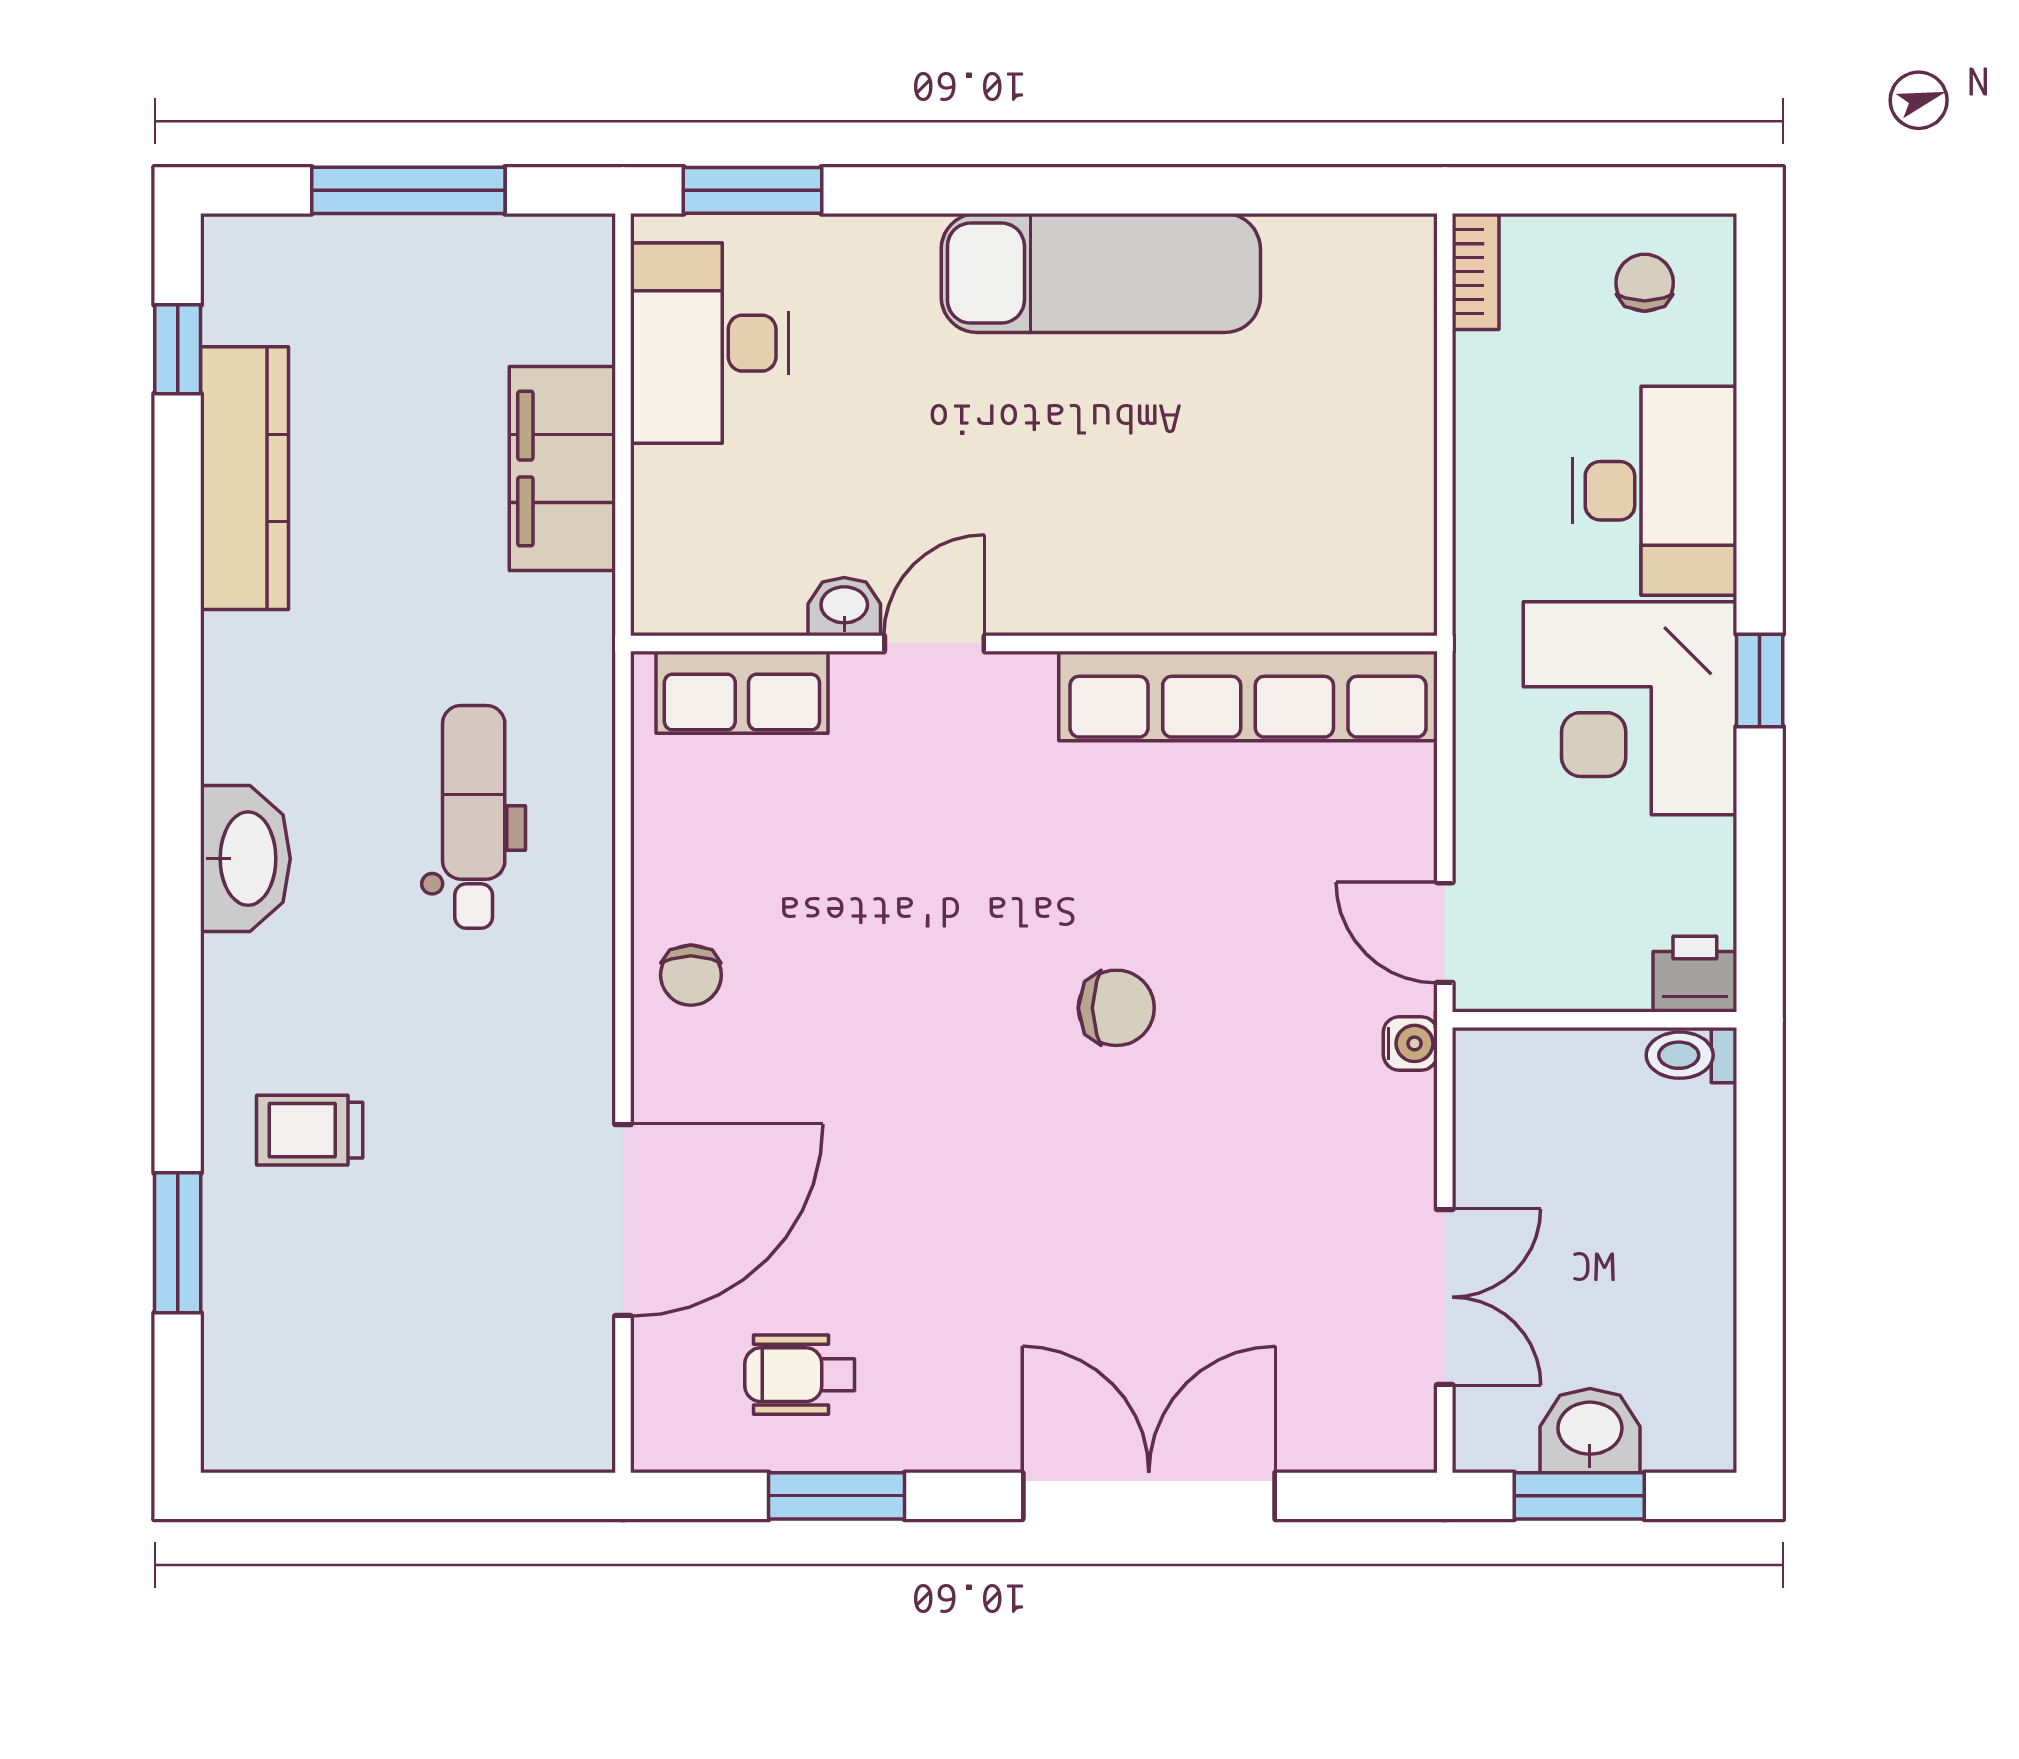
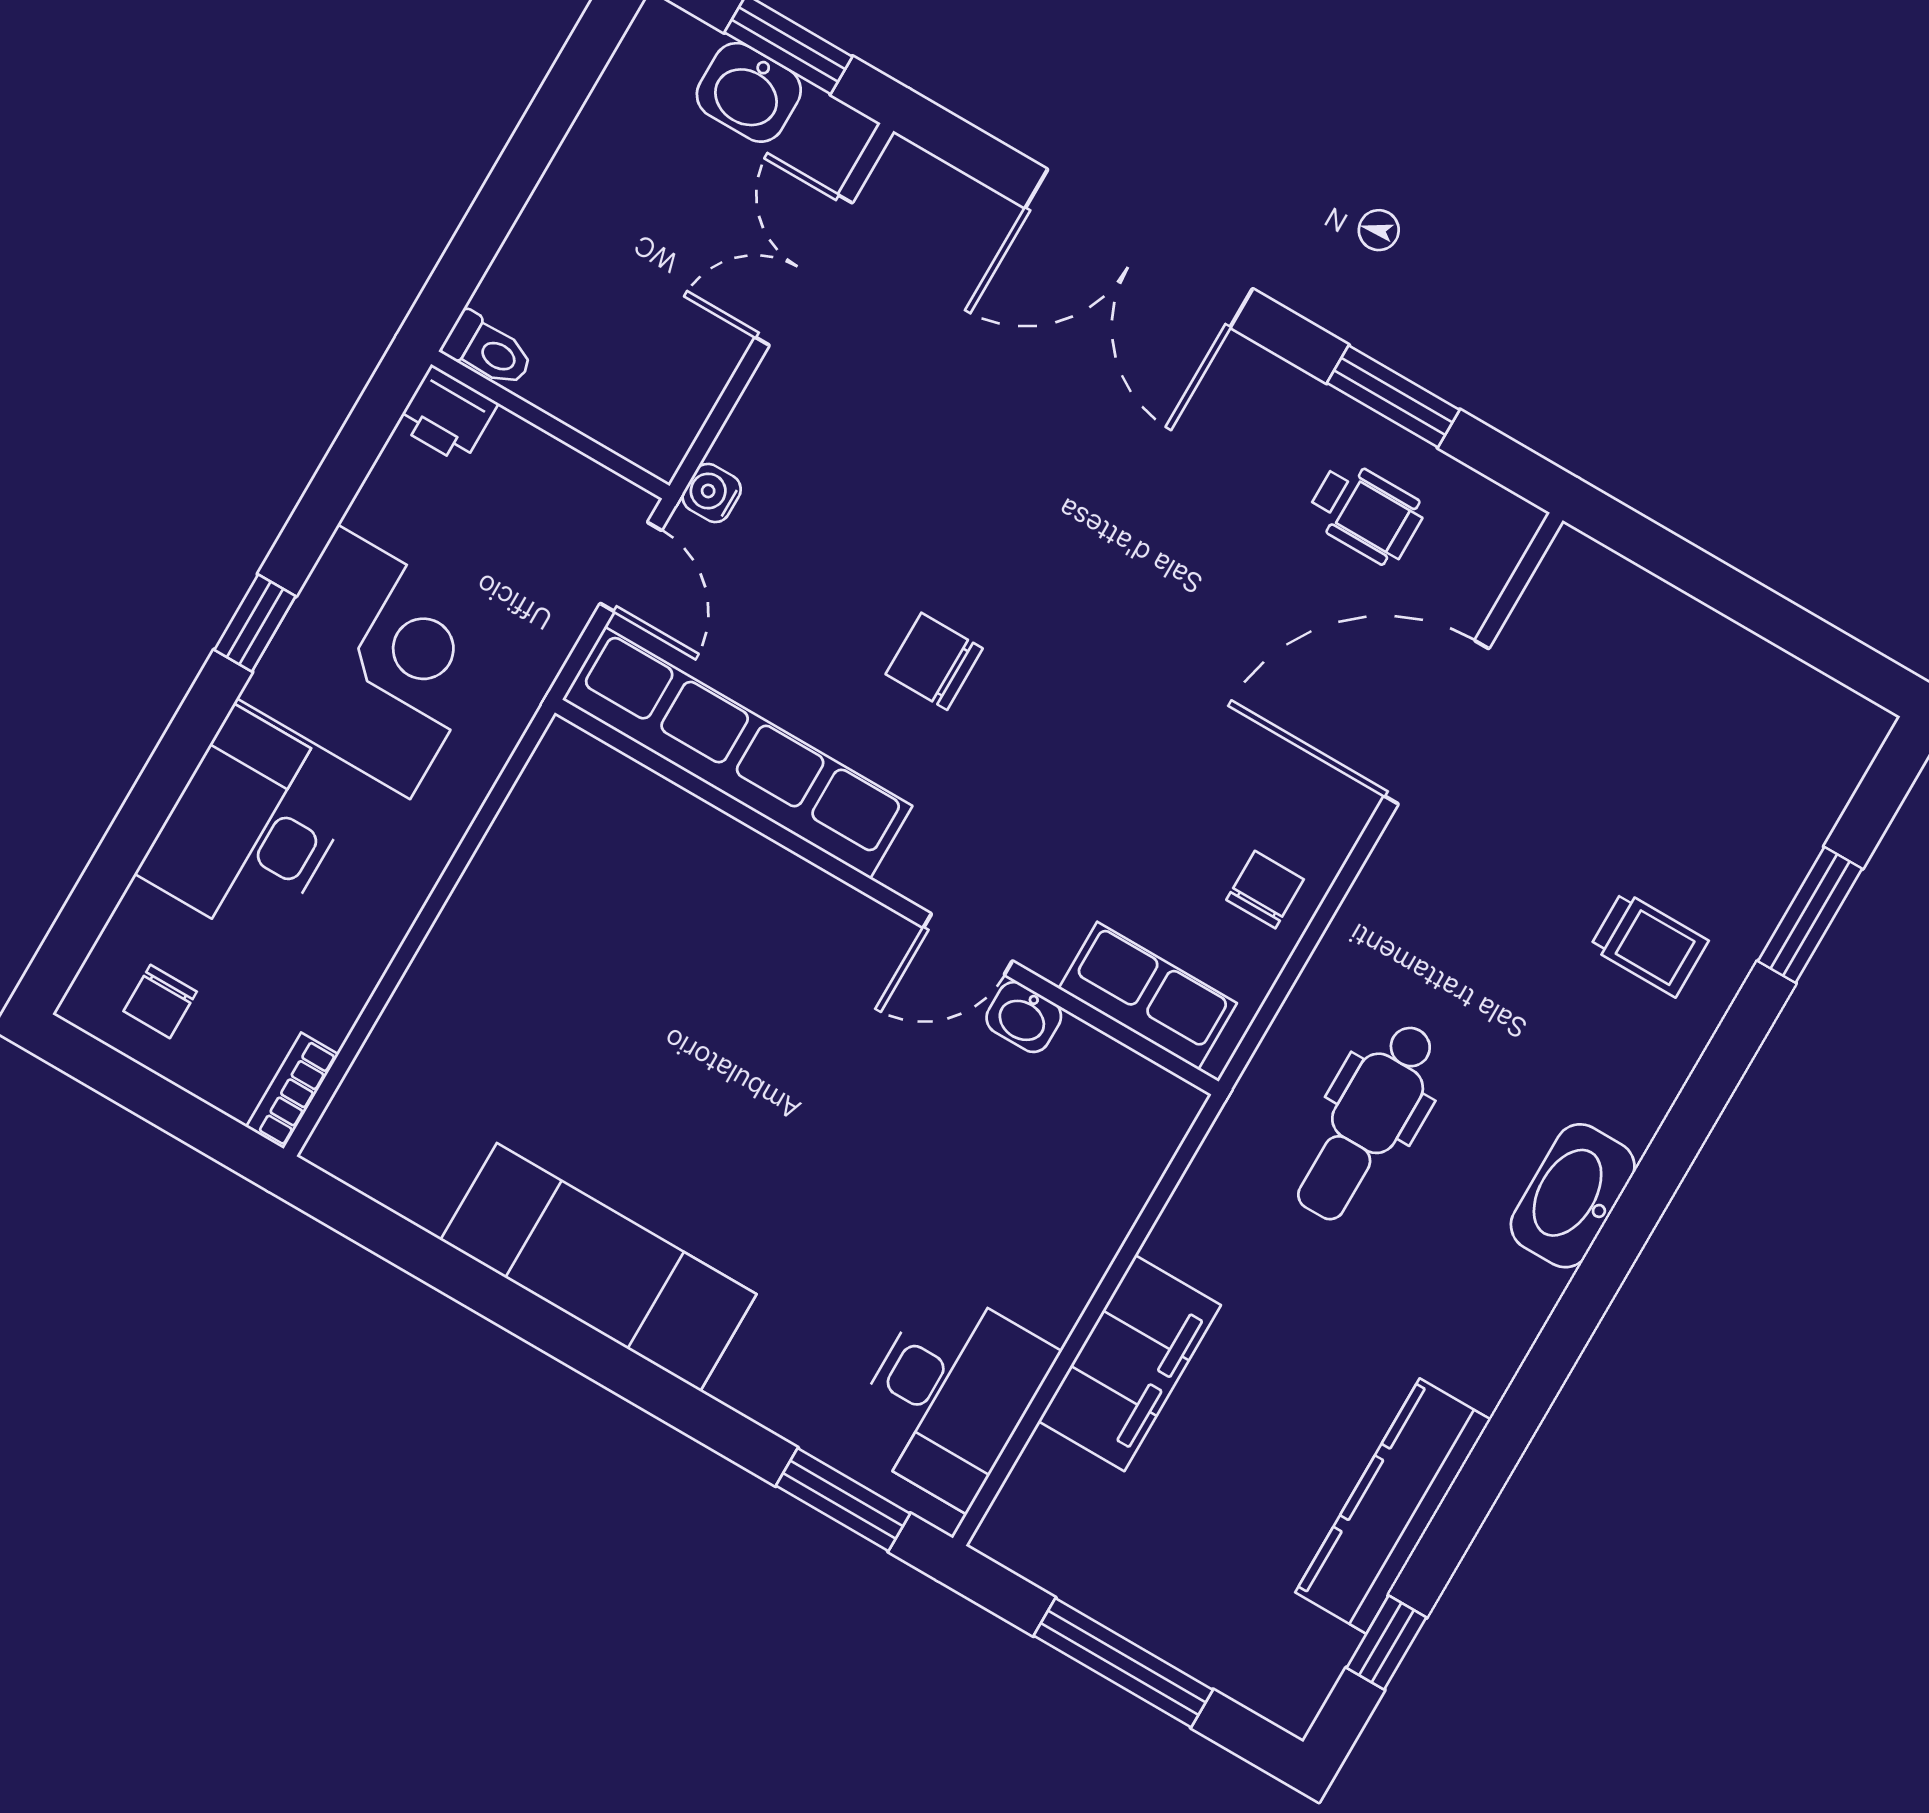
washbasin: (844, 607) -> (1024, 1017), moved
door: (934, 643) -> (968, 944), moved
wall: (1034, 643) -> (887, 897), moved
row of seats: (742, 692) -> (1148, 996), moved
row of seats: (1248, 696) -> (737, 753), moved

